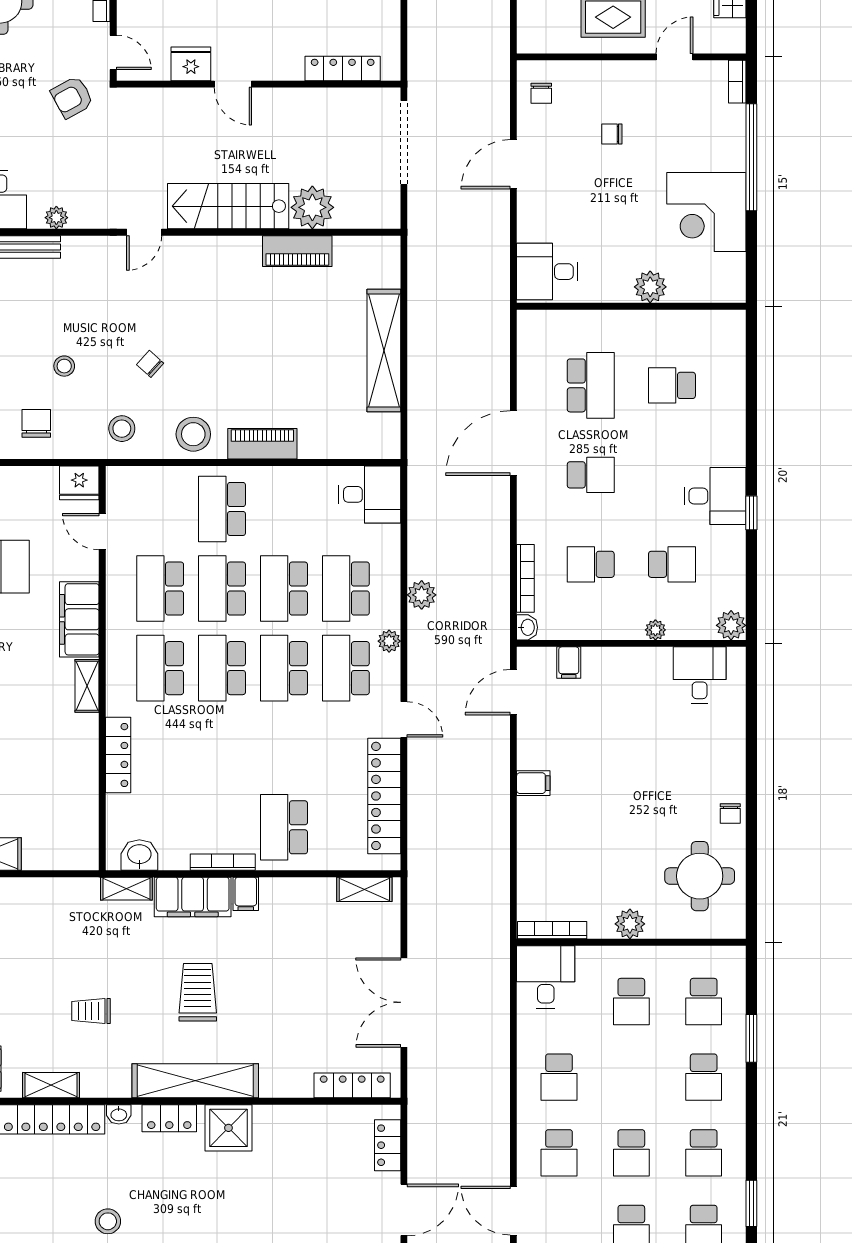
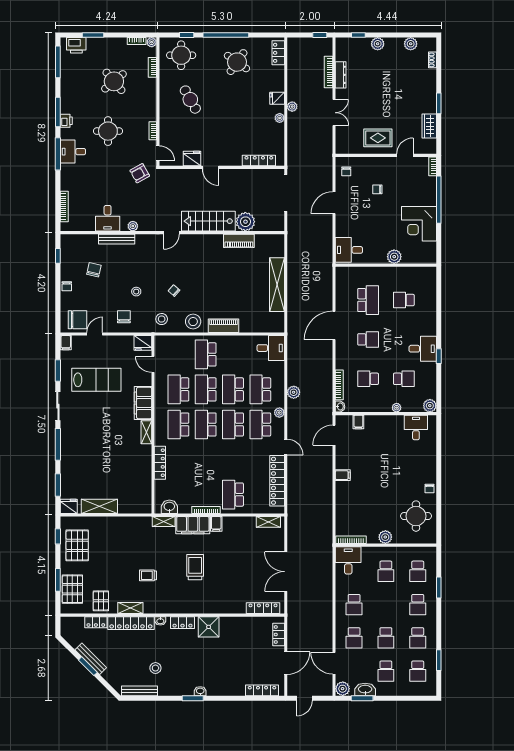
shelving: (195, 1081) -> (194, 606), removed

